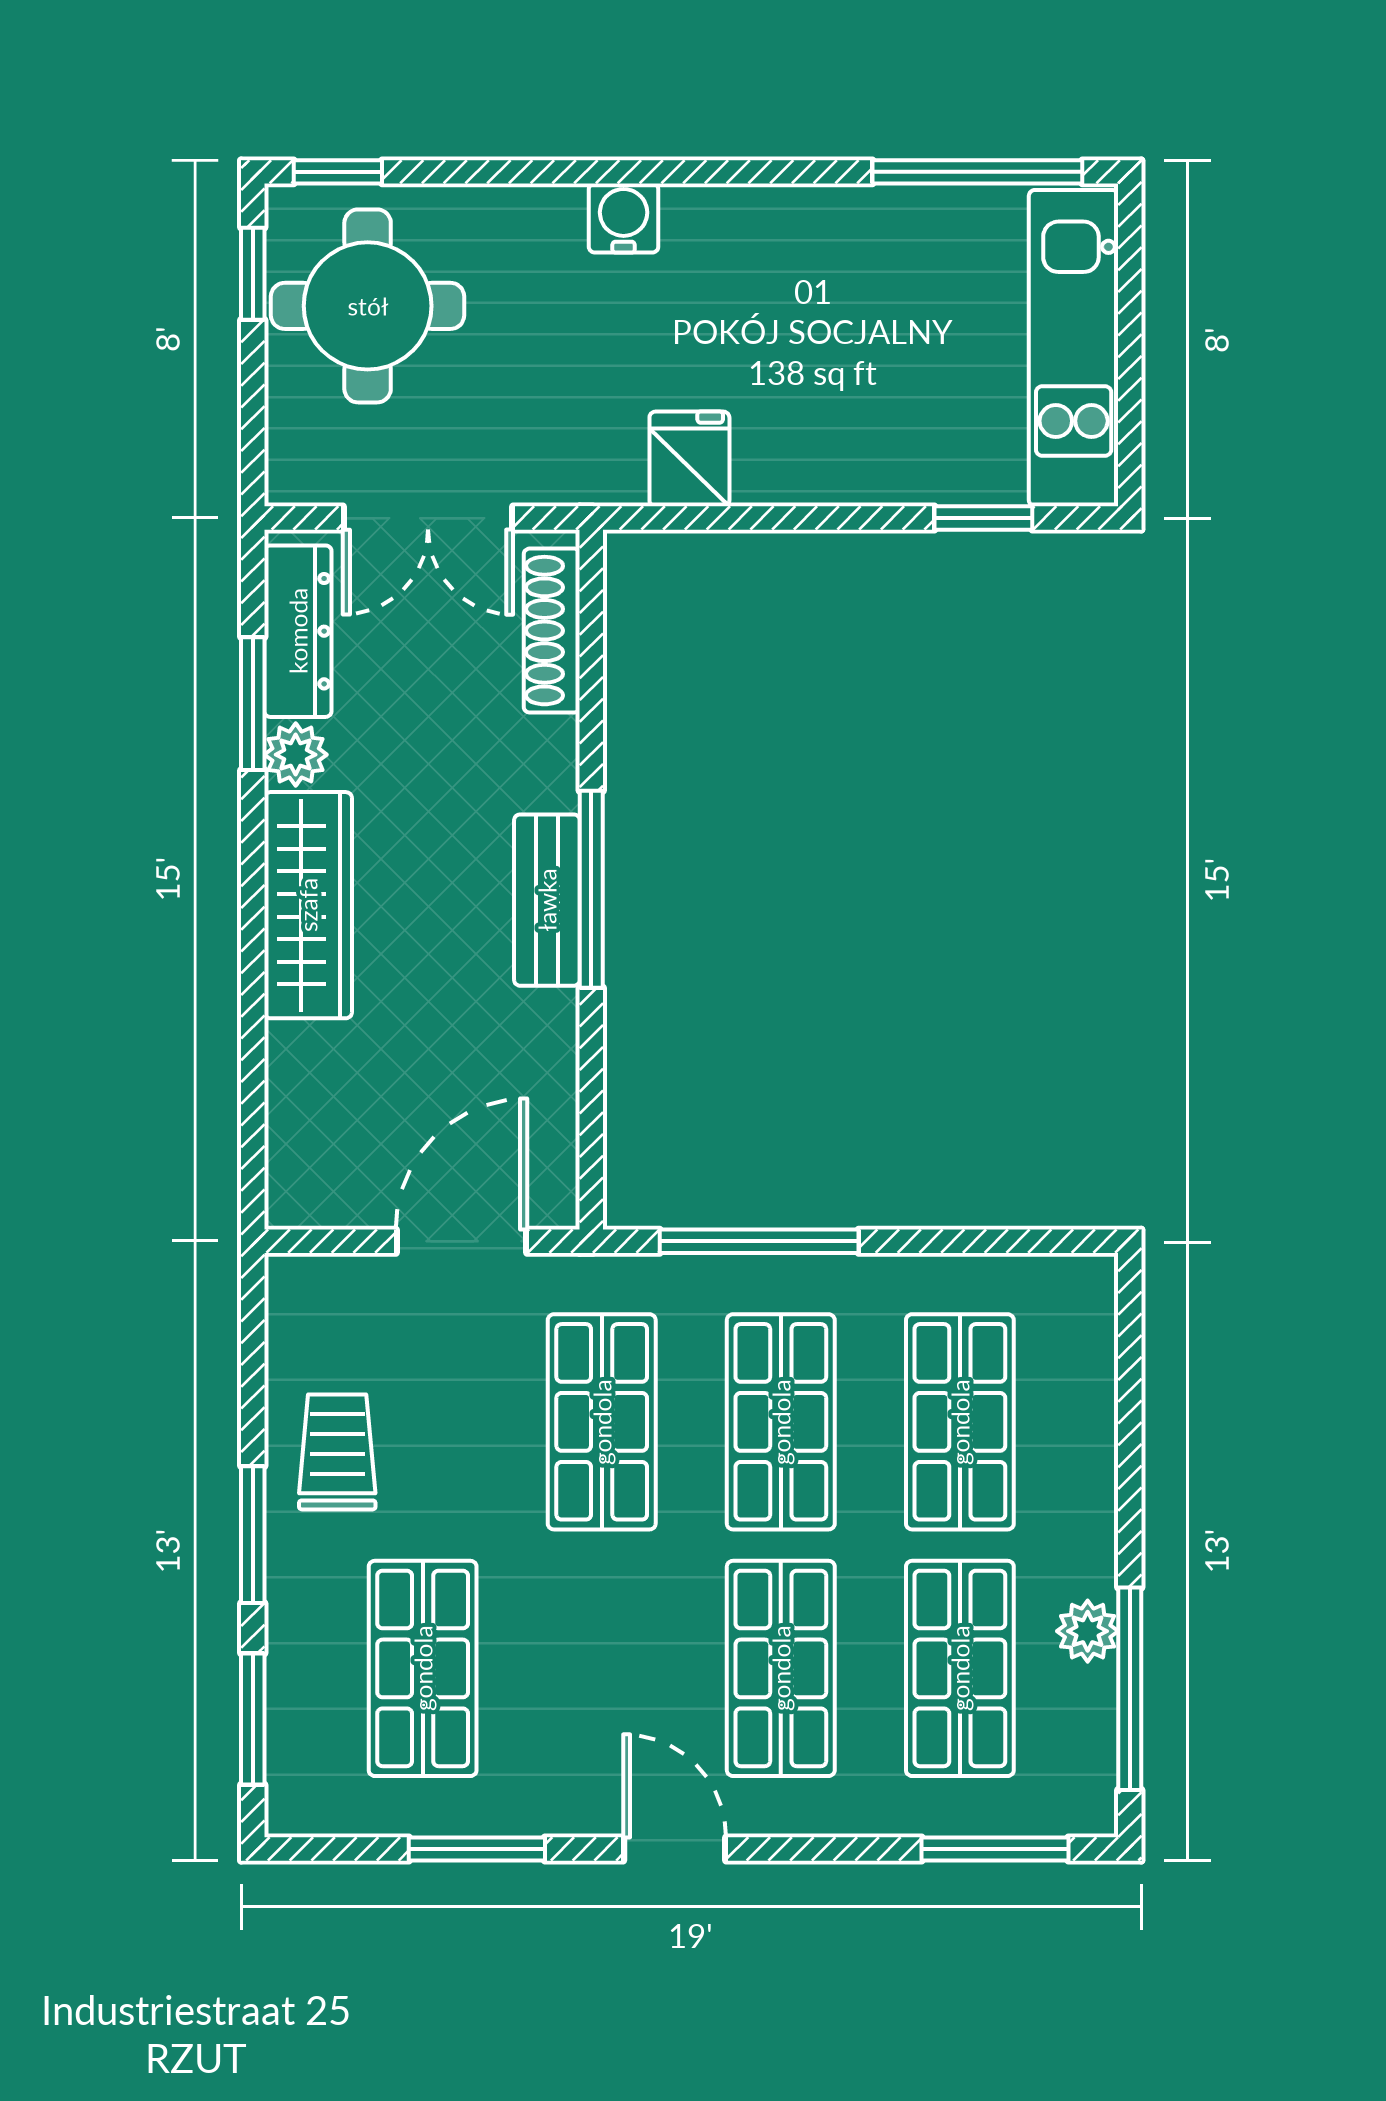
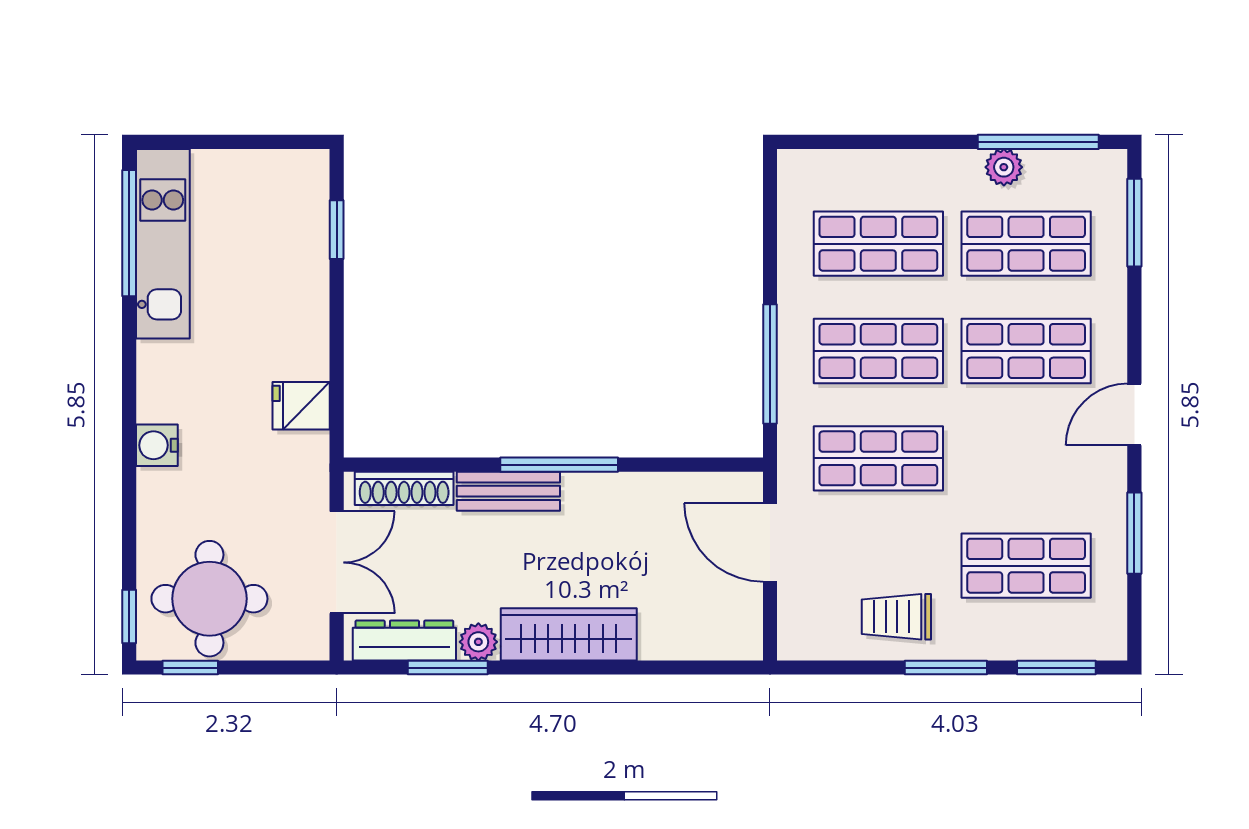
kitchen unit: (1074, 348) -> (163, 244), moved, turned -90
bench: (547, 900) -> (508, 491), moved

